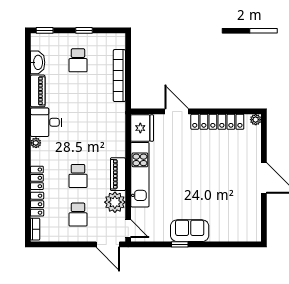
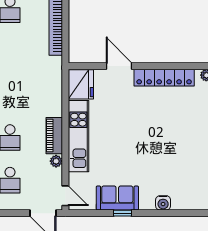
plant: (115, 202) -> (56, 161), width x0.53, depth x0.53
sofa: (190, 231) -> (117, 198), moved
water cooler: (216, 235) -> (163, 203), added

